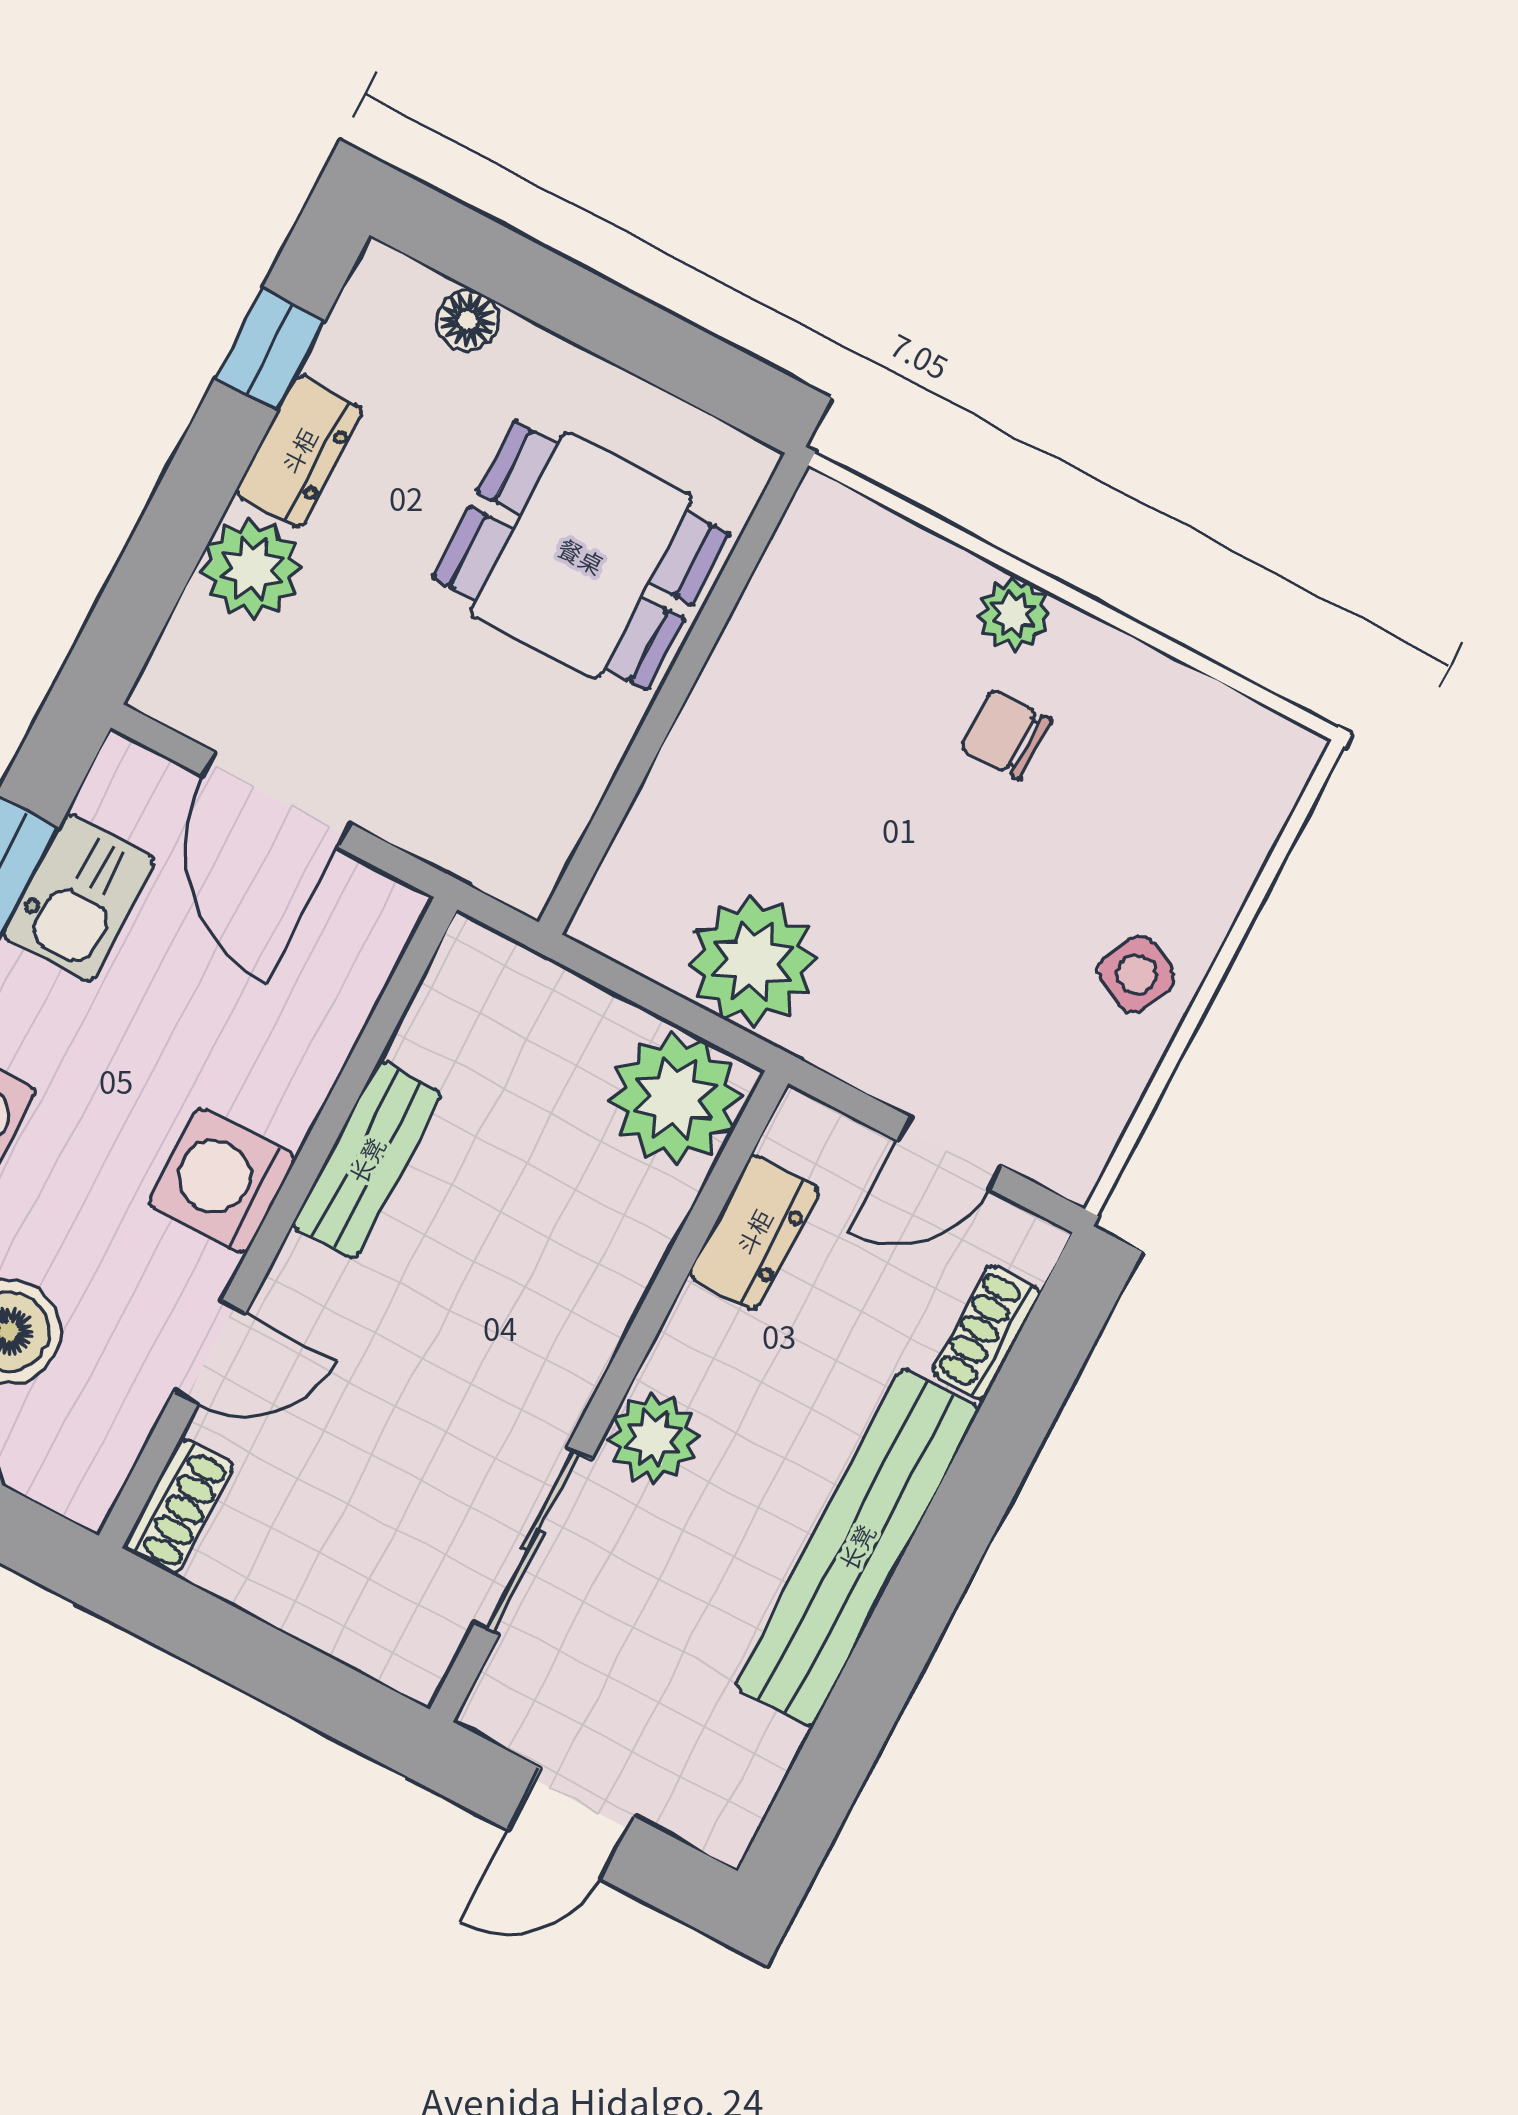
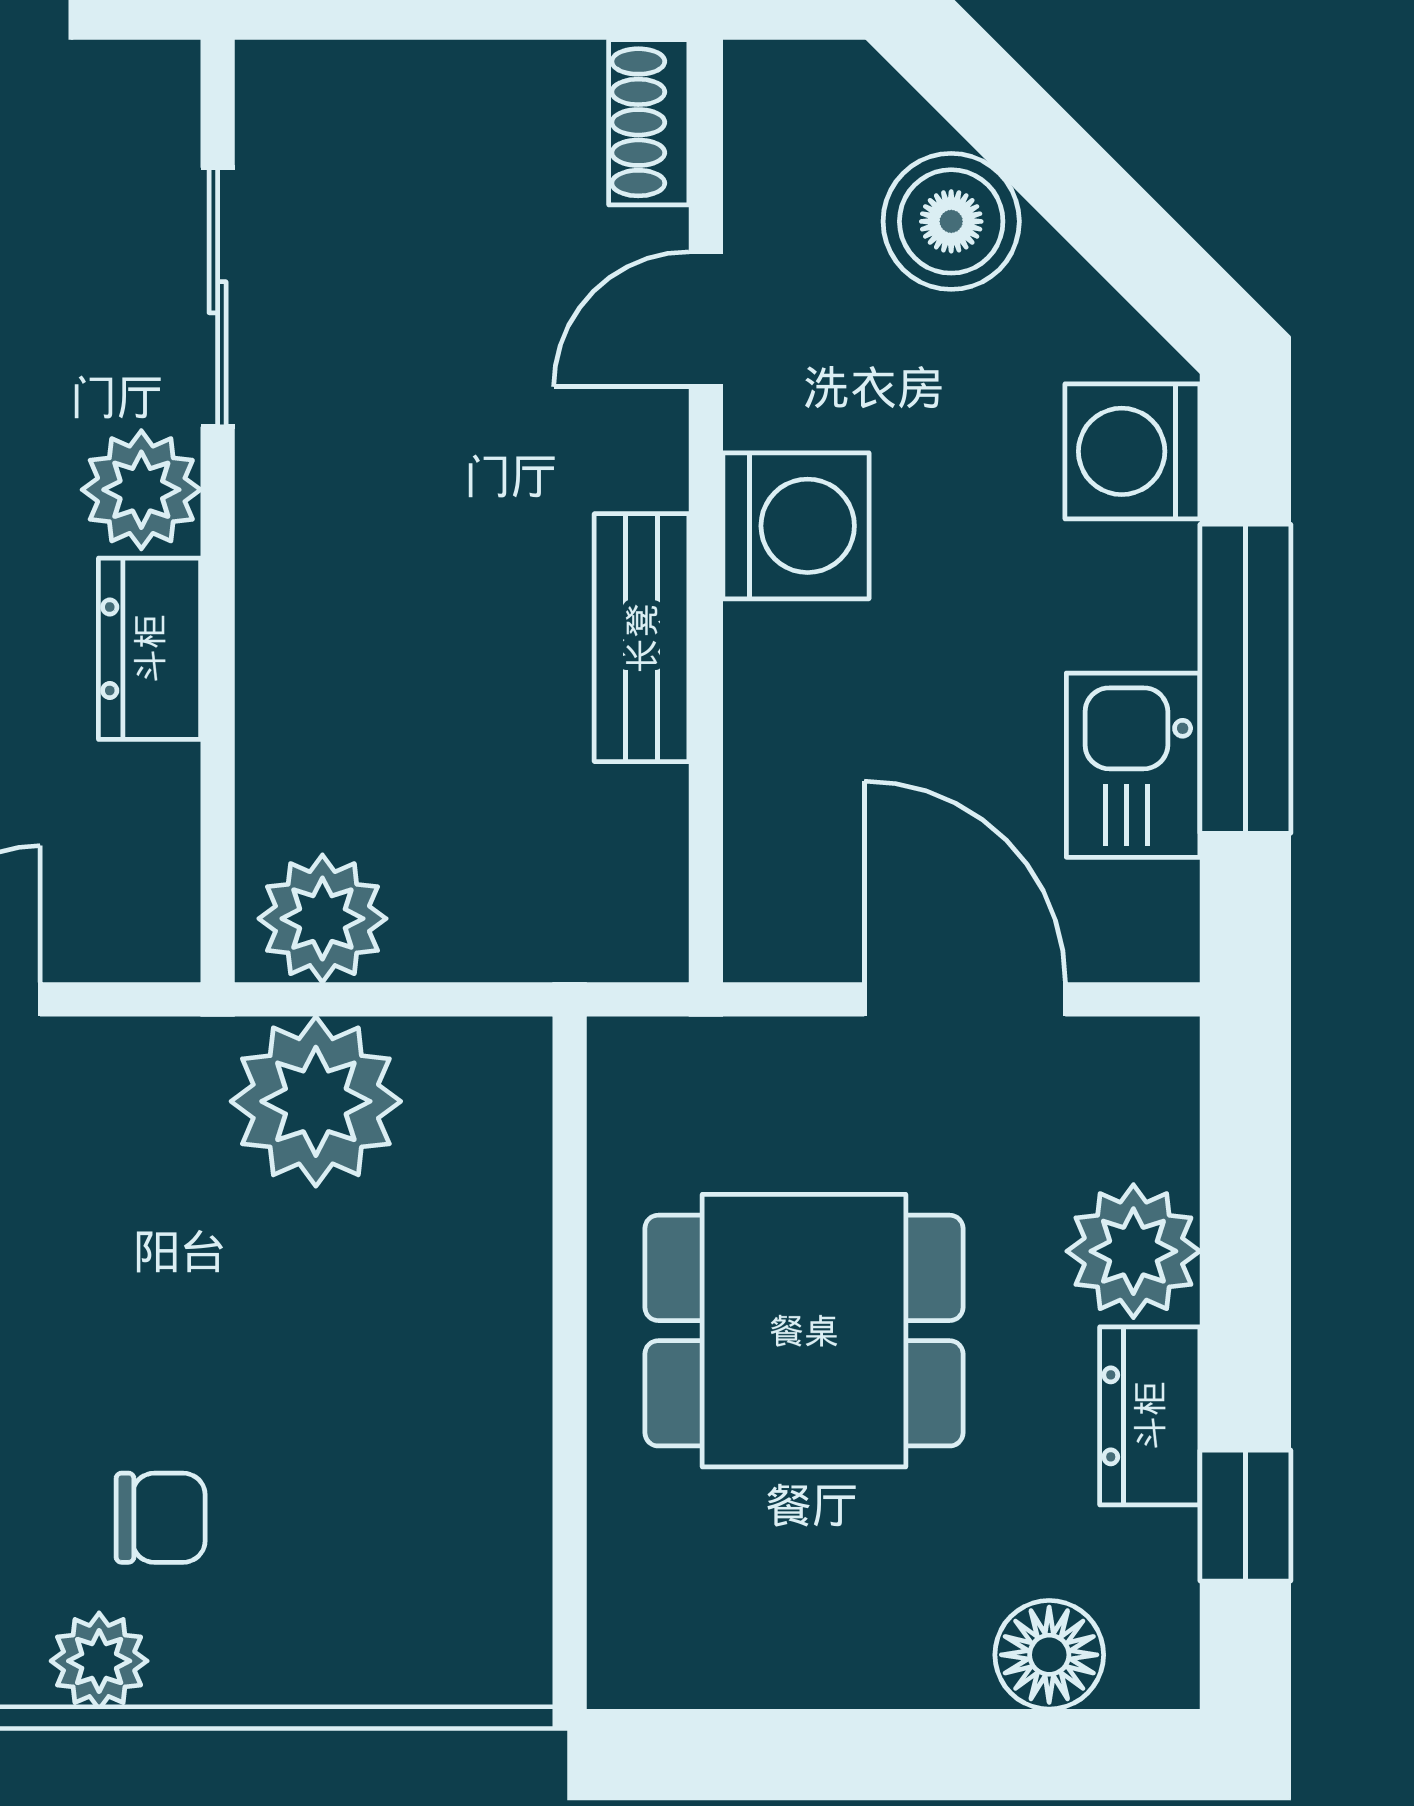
floor lamp: (468, 320) -> (1049, 1655), width x1.37, depth x1.37
dining table: (581, 556) -> (804, 1331), moved
plant: (1013, 614) -> (99, 1661), moved
plant: (675, 1098) -> (322, 919), width x0.73, depth x0.73
dresser: (754, 1232) -> (150, 649), moved

